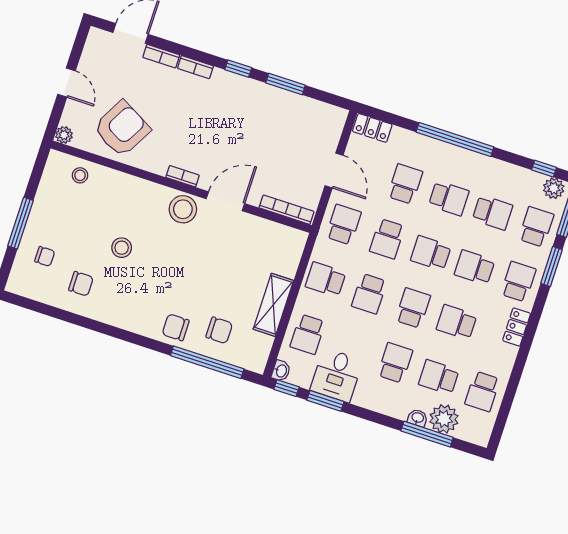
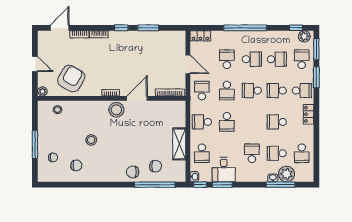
school desk: (518, 282) -> (302, 91), turned 90
school desk: (413, 308) -> (252, 122), removed

